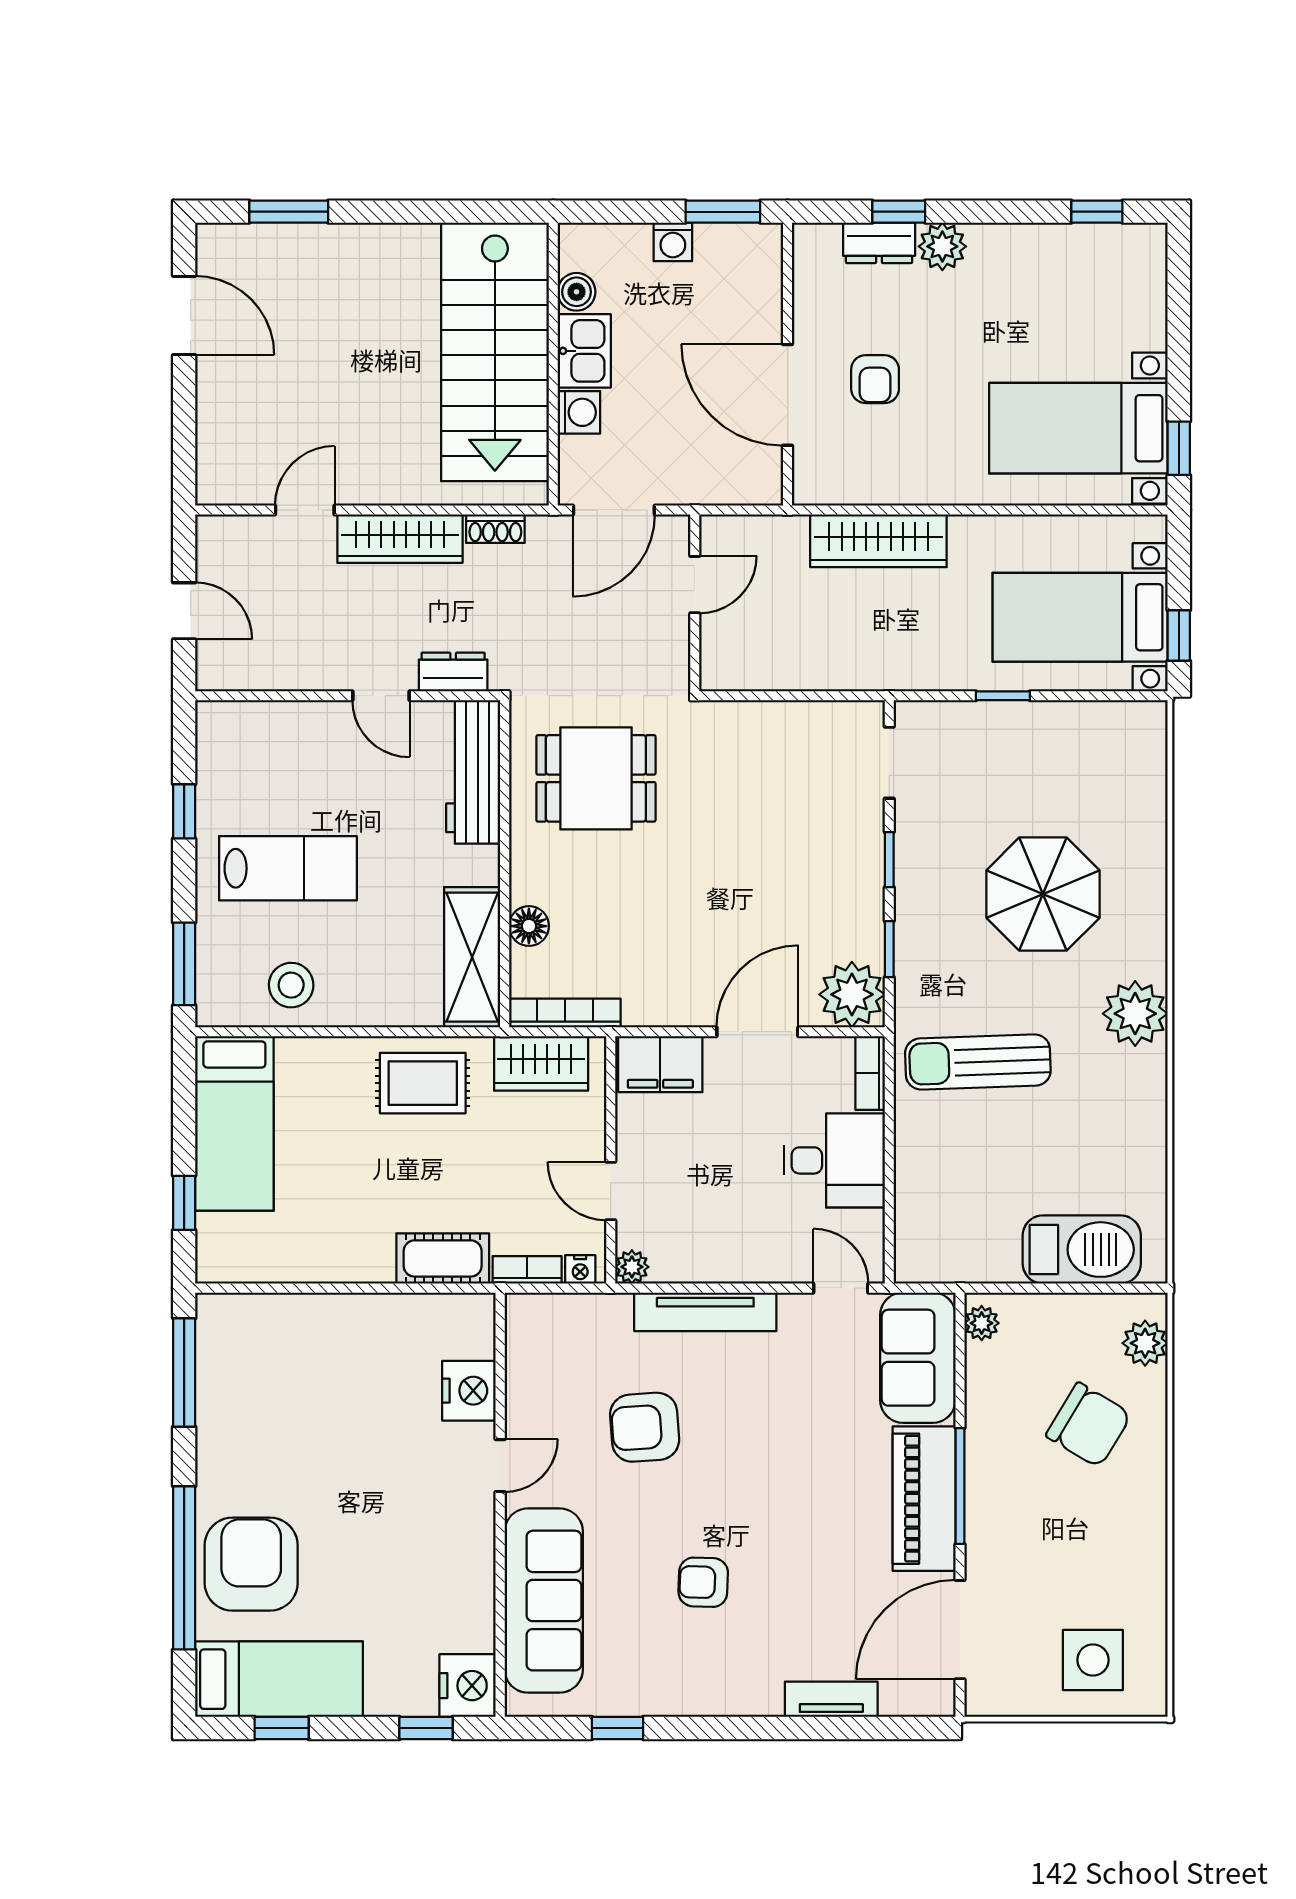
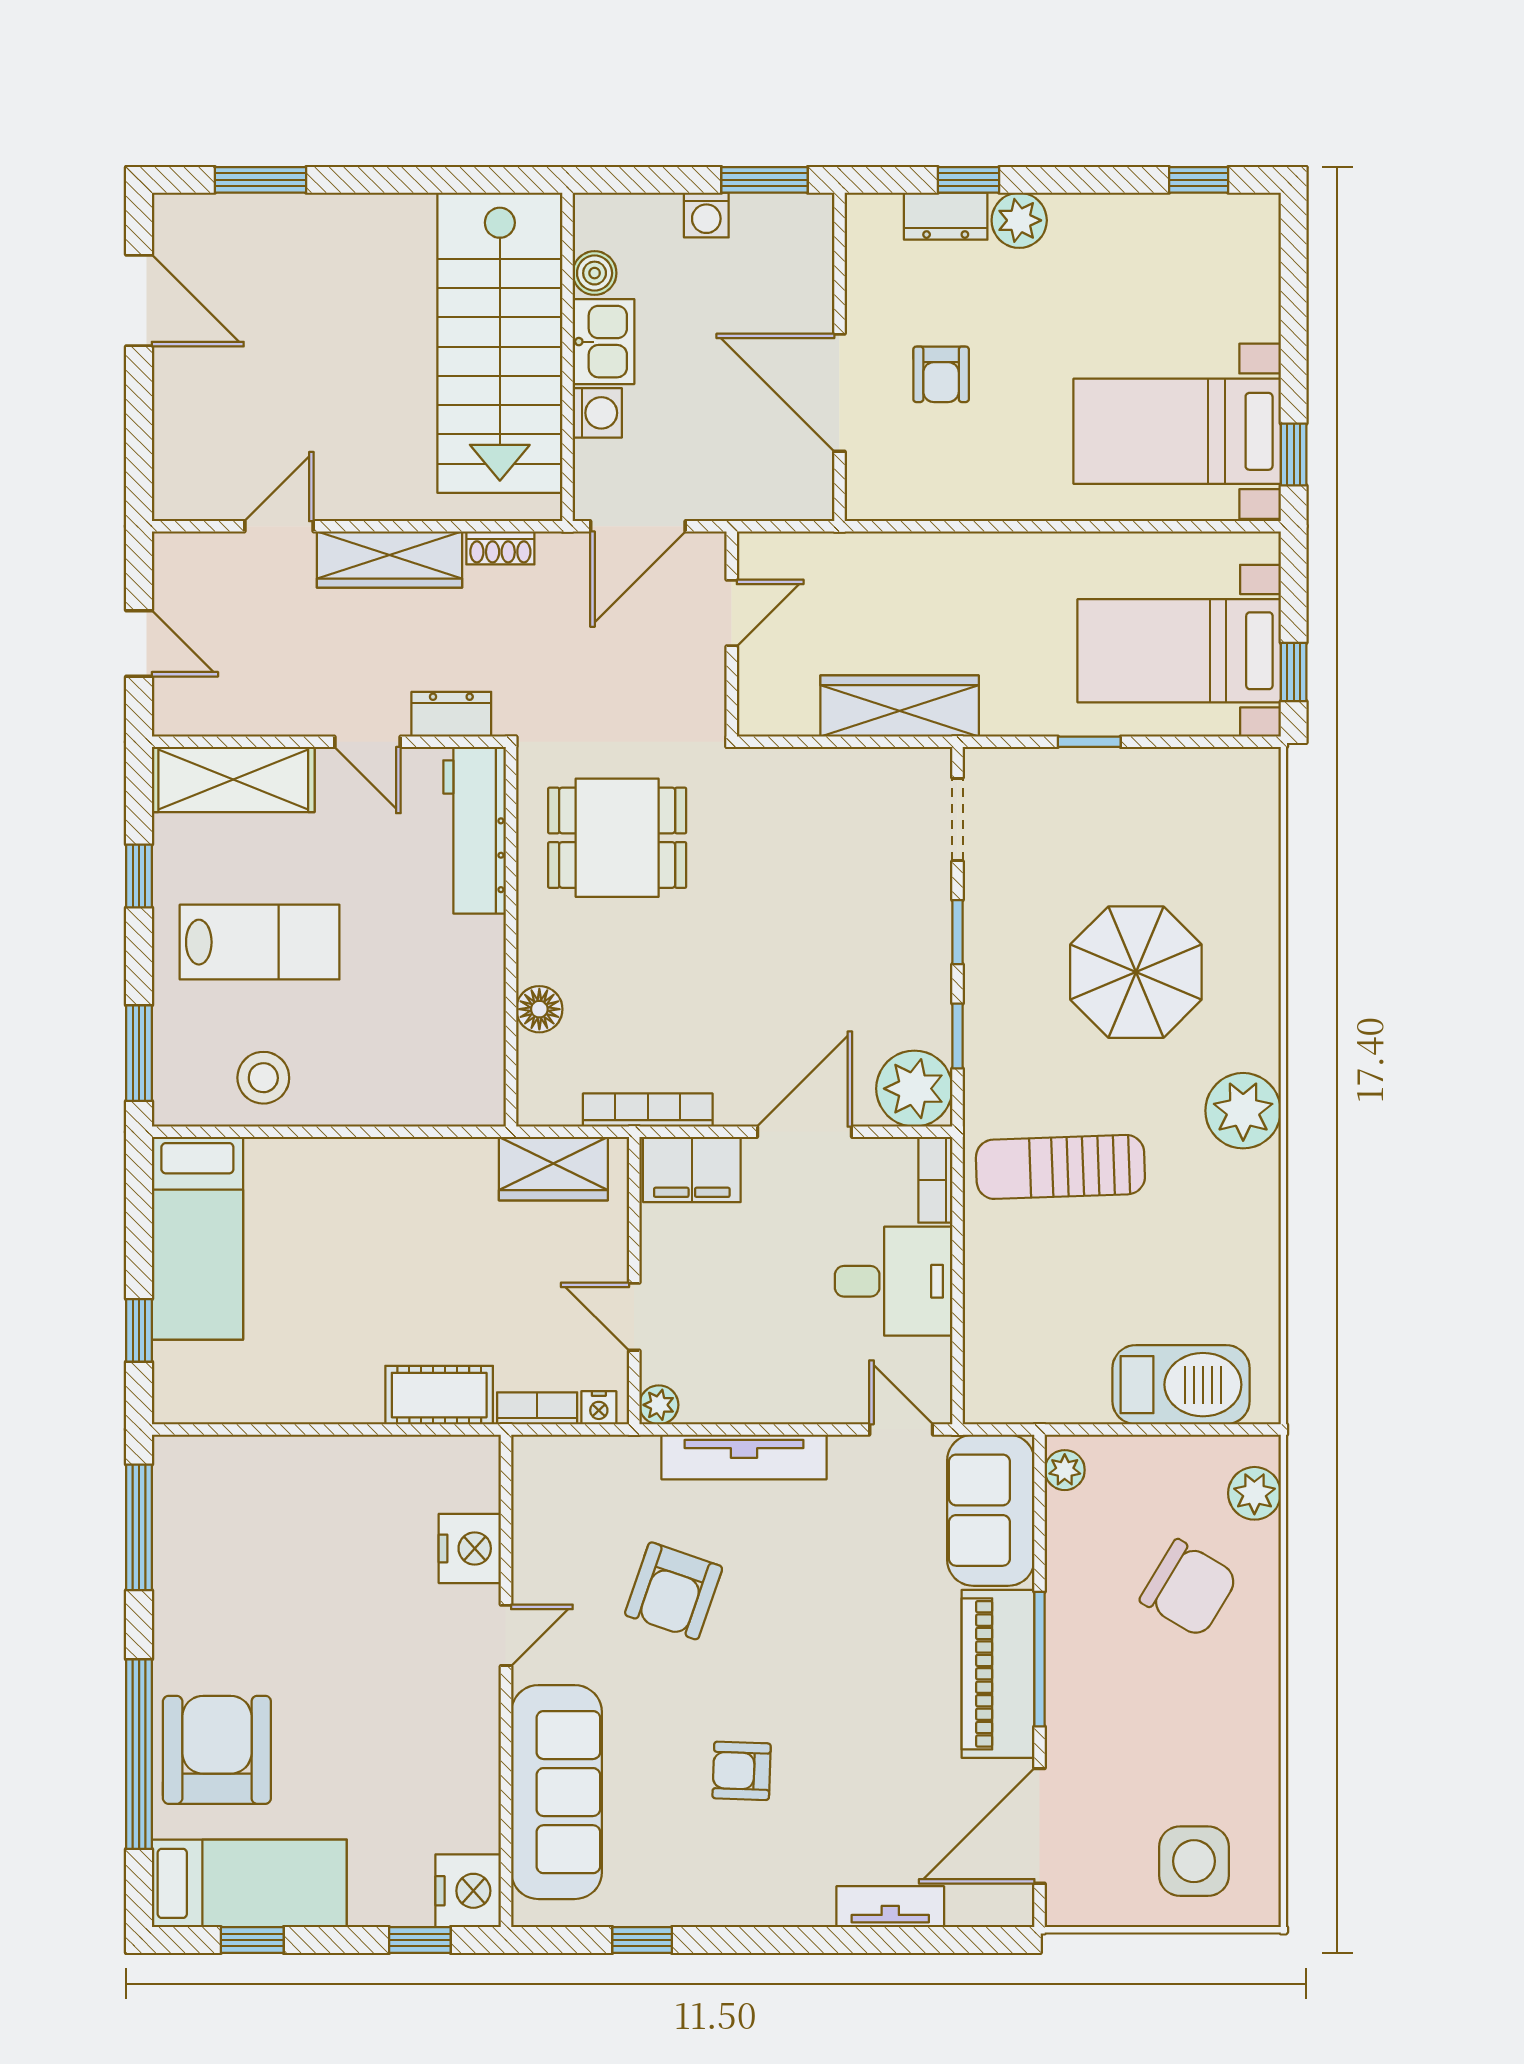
wardrobe: (878, 541) -> (900, 706), moved, turned 180
shelving: (472, 957) -> (233, 779), moved, turned 90
bookcase: (565, 1013) -> (648, 1110), moved
rug: (423, 1083) -> (416, 1191), removed
armchair: (645, 1427) -> (674, 1591), turned -67

